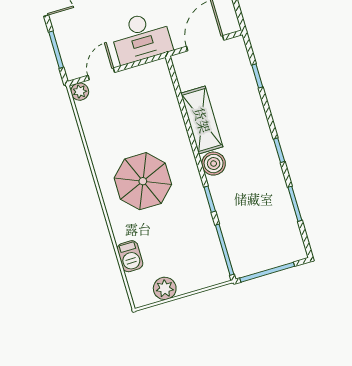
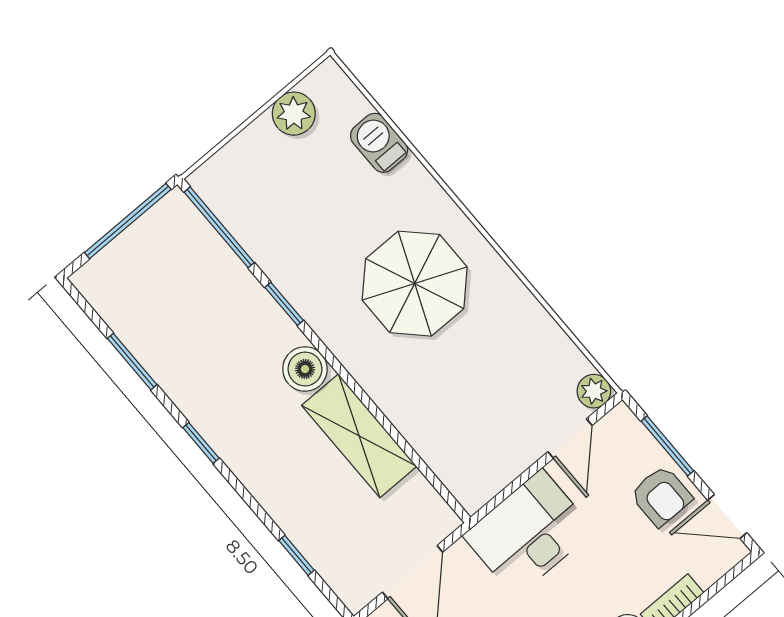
armchair: (70, 27) -> (661, 496), added

